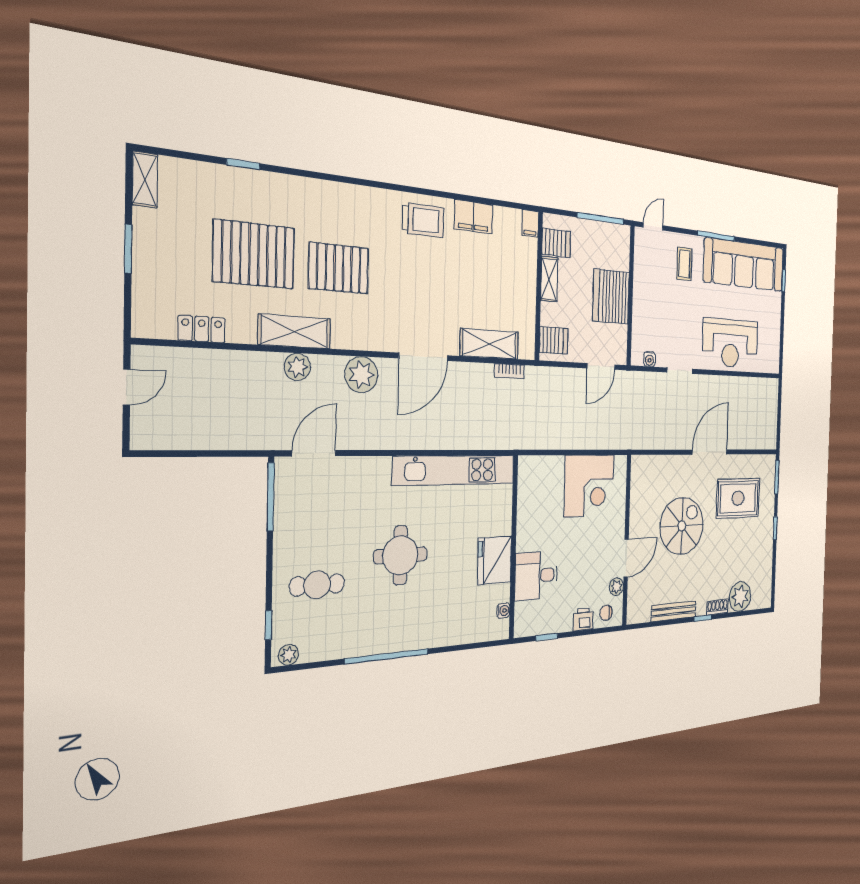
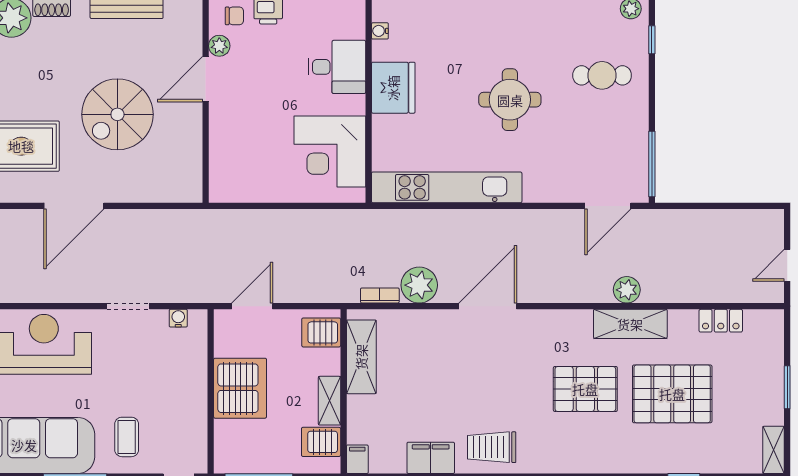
shelving: (489, 344) -> (361, 357), moved, turned 90
plant: (361, 375) -> (419, 285), moved
corner desk: (589, 486) -> (330, 152), moved, turned -90

